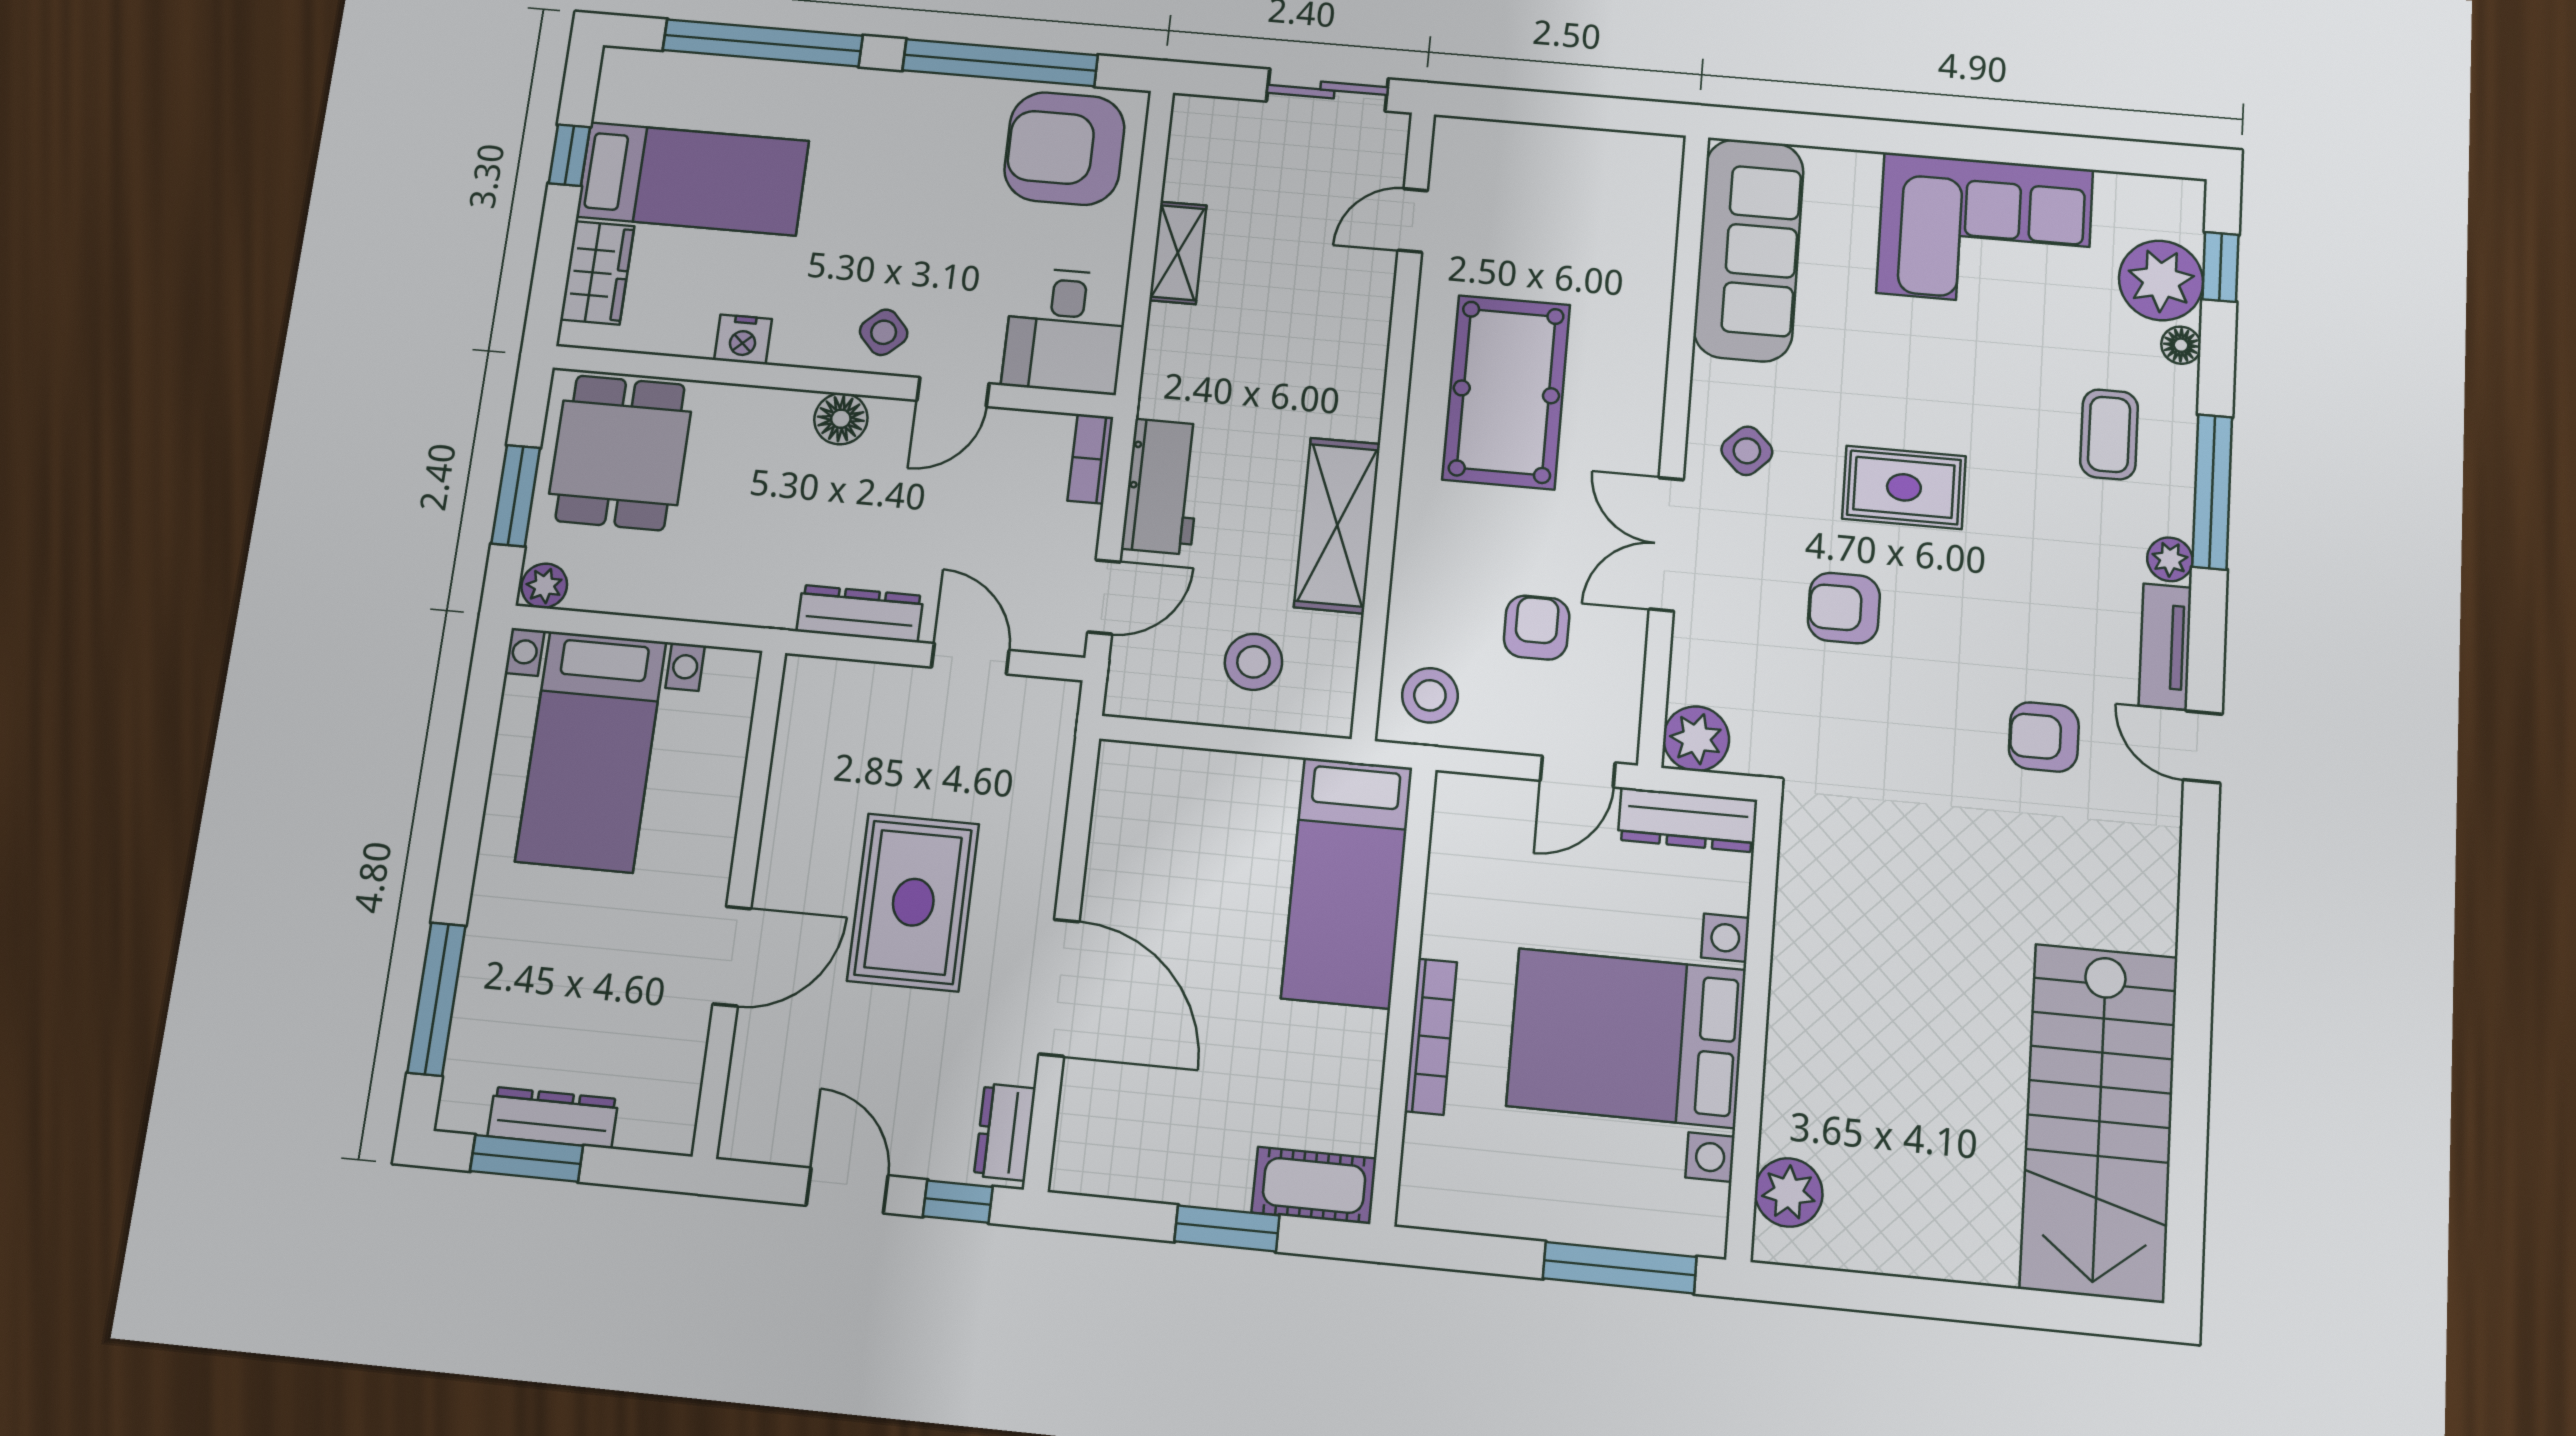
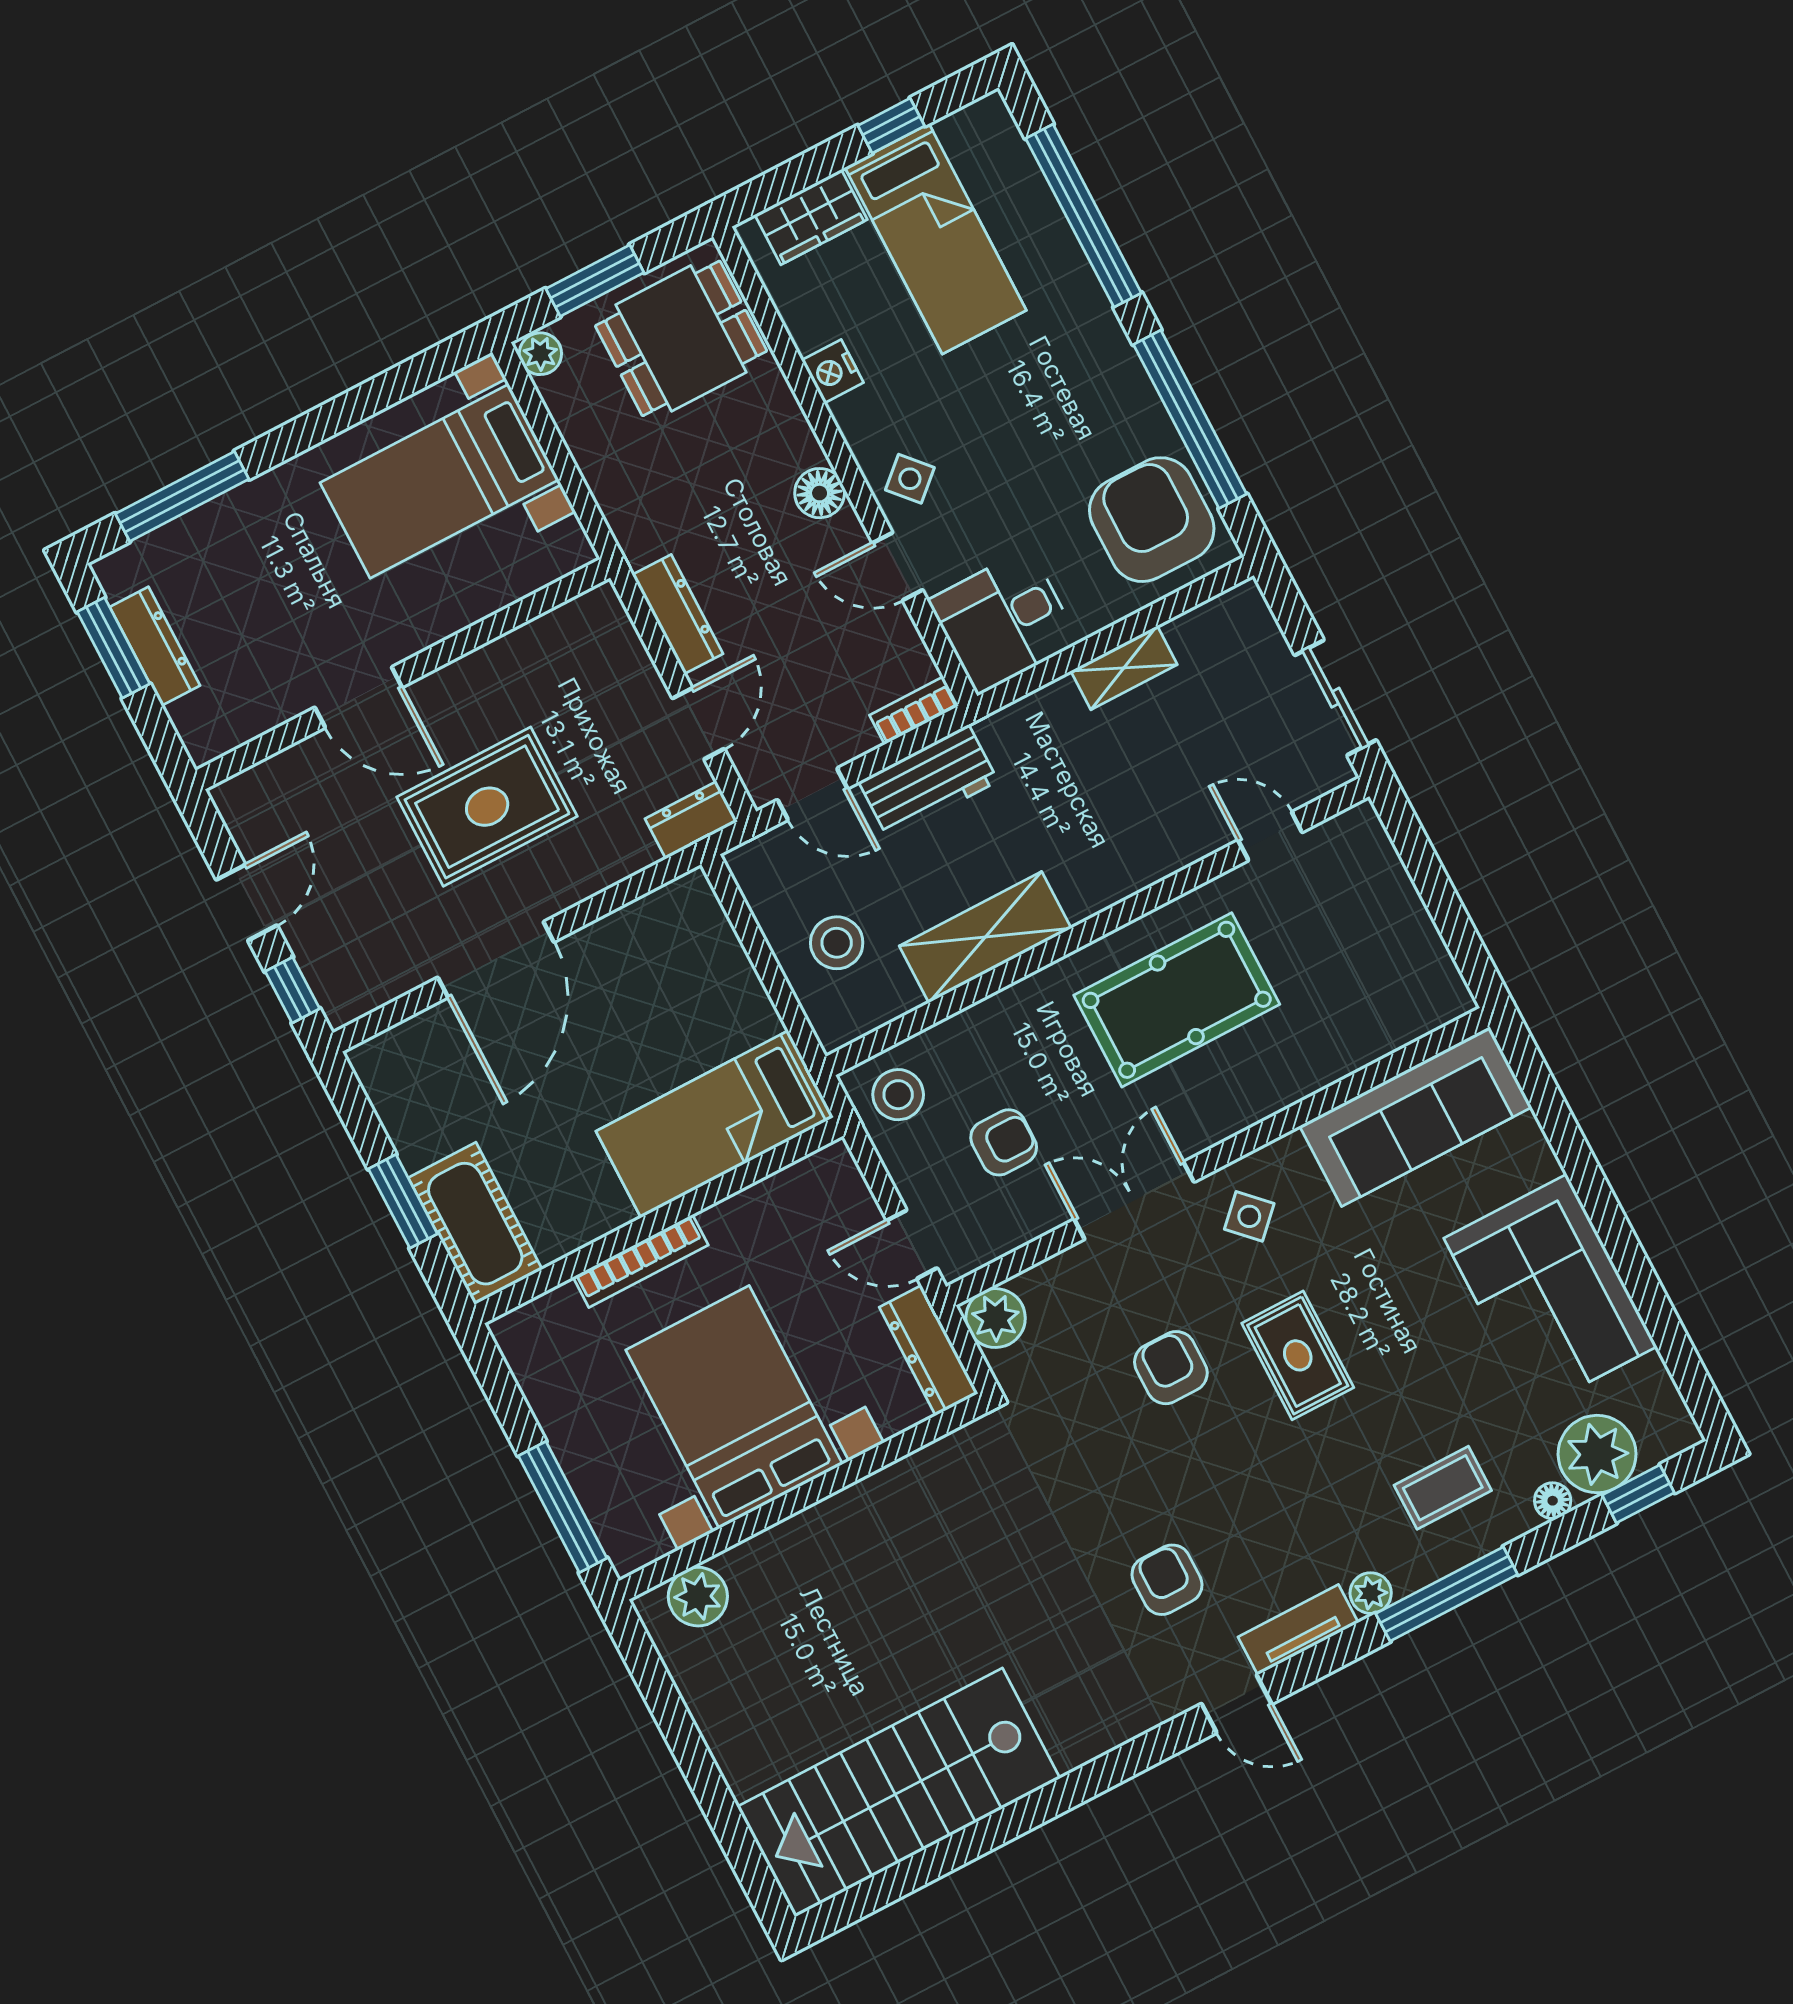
door: (2203, 747) -> (1237, 1704), swing flipped
dresser: (1005, 1132) -> (691, 820), moved
cot: (1314, 1185) -> (475, 1224), width x1.37, depth x1.34

